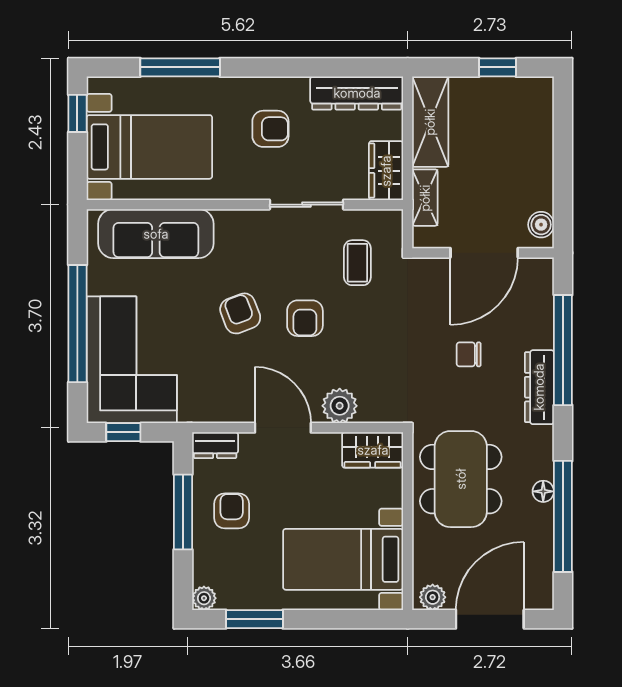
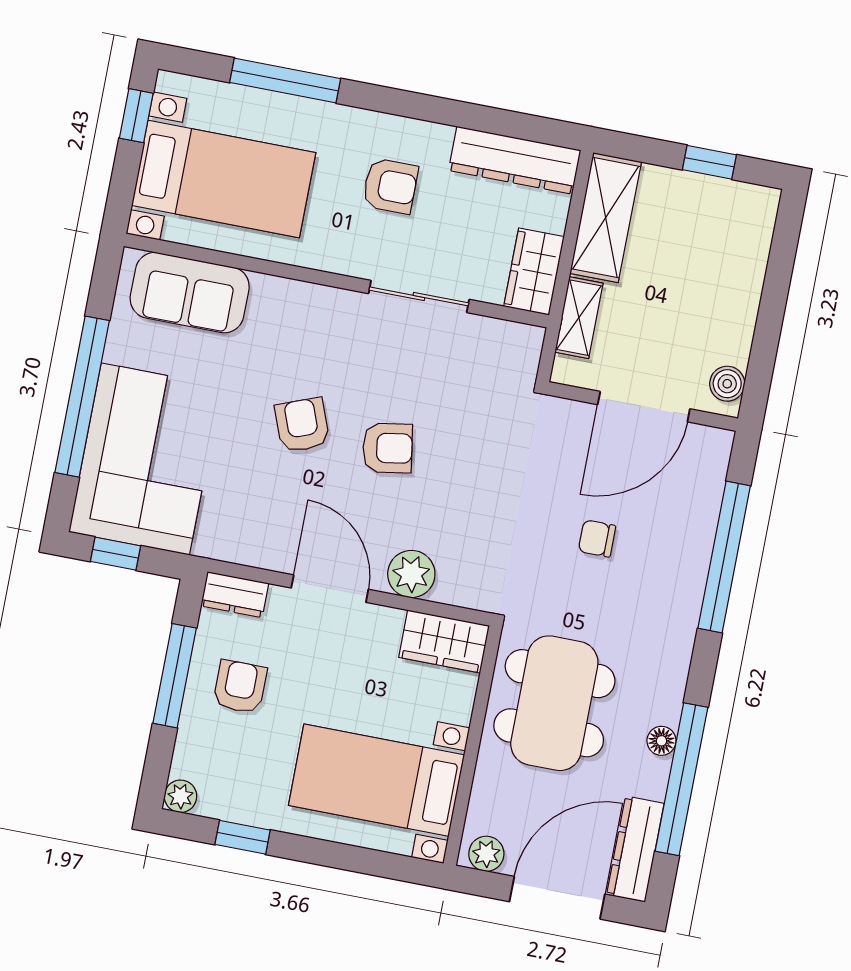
sofa: (156, 234) -> (190, 293), width x0.73
coffee table: (357, 263) -> (472, 387), removed
armchair: (305, 318) -> (388, 448), turned -99
dresser: (539, 387) -> (635, 849), moved
window: (254, 619) -> (243, 837), width x0.67

